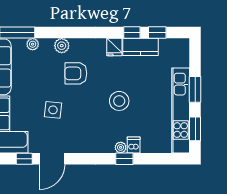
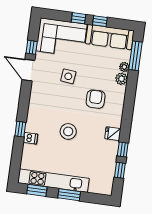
plant: (62, 46) -> (121, 79), moved
kitchen counter: (141, 47) -> (110, 155), removed
plant: (121, 147) -> (30, 127), removed

